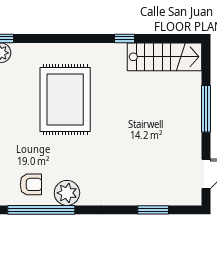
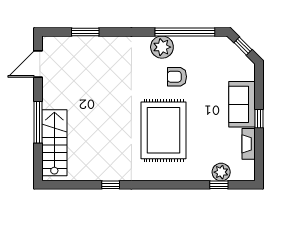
stairs: (165, 57) -> (54, 143), moved, turned 90
armchair: (31, 184) -> (177, 77), moved

